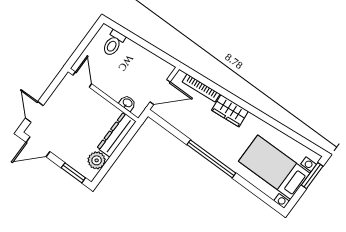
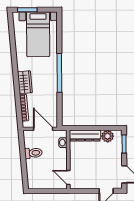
toilet: (113, 43) -> (33, 153), moved
door: (82, 80) -> (68, 177), hinge flipped

